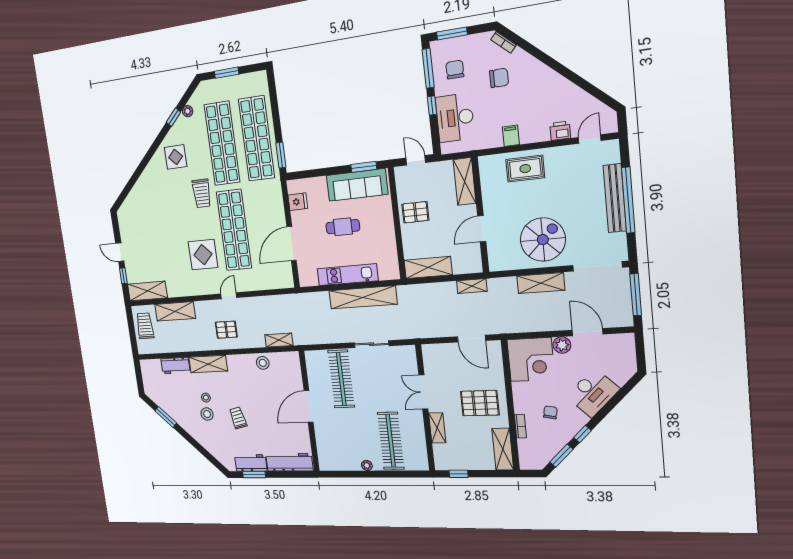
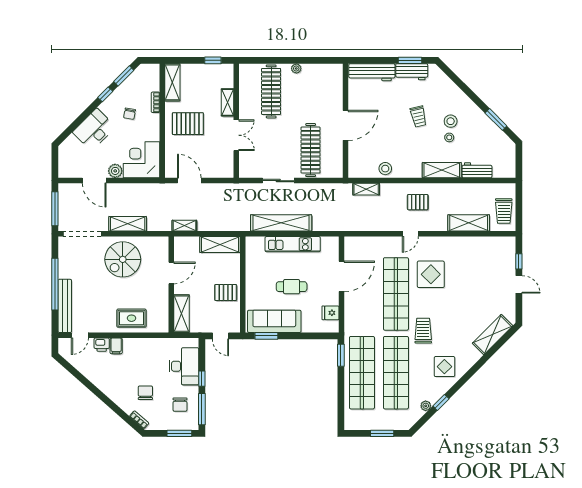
chair: (499, 78) -> (145, 393), turned 90
filing cabinet: (511, 136) -> (116, 346), moved
bench: (615, 198) -> (65, 306), moved
shelving: (147, 291) -> (493, 335), moved, turned -45

